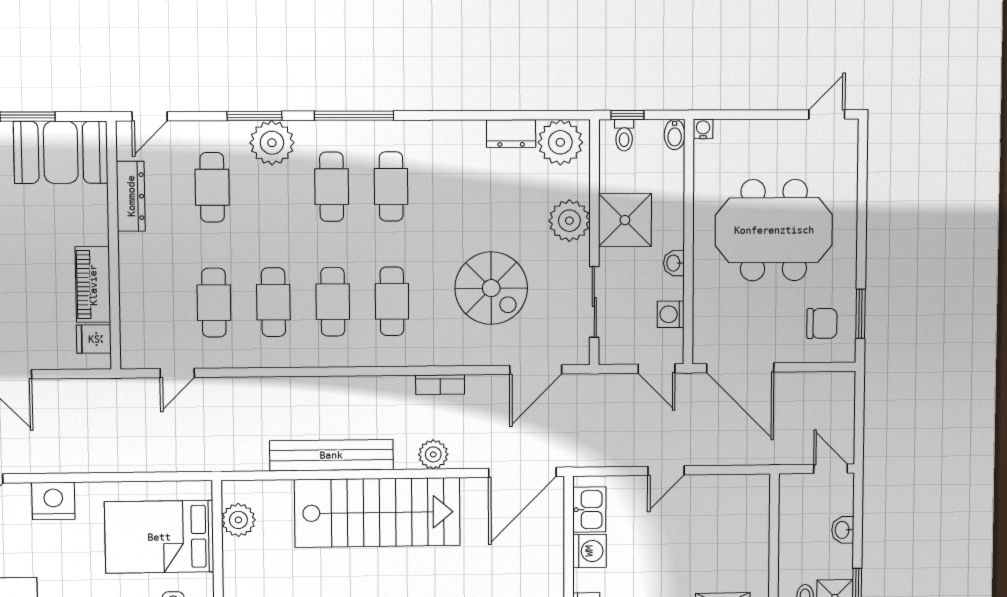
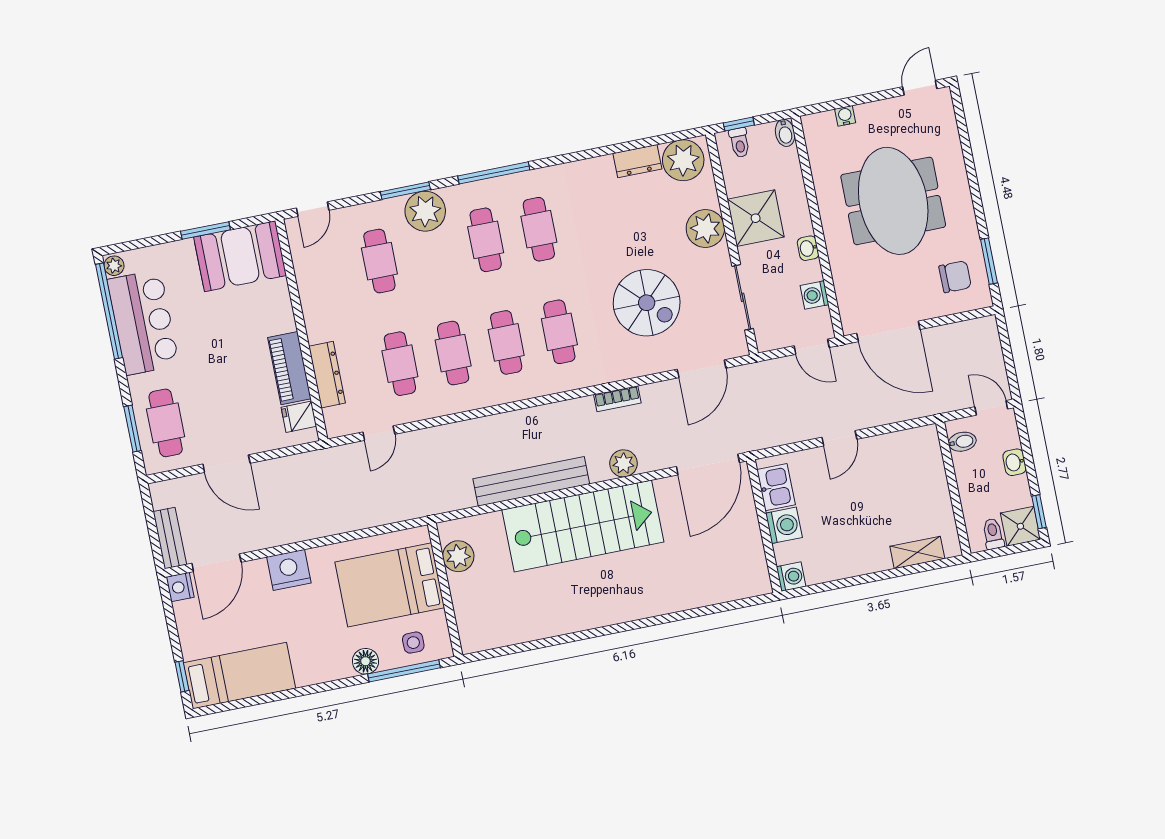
water cooler: (703, 129) -> (845, 116), moved
dresser: (131, 196) -> (327, 375), moved
meeting table: (774, 230) -> (893, 201), turned 90
bidet: (793, 498) -> (962, 442), added

